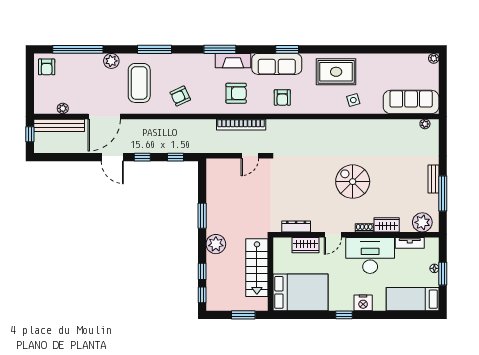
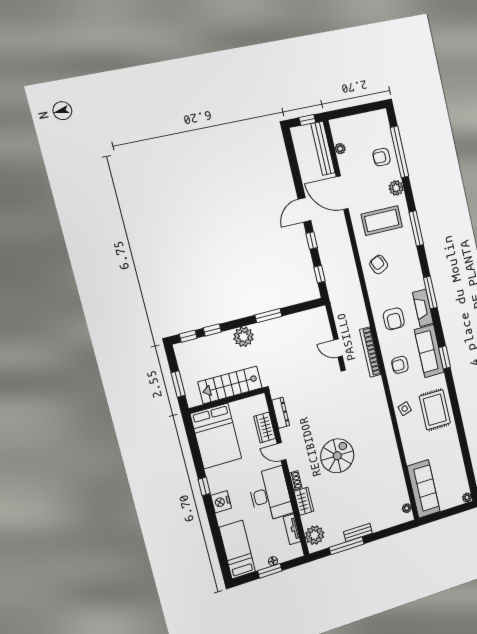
armchair: (47, 67) -> (381, 157), moved
side table: (353, 100) -> (405, 409), moved
bookcase: (241, 125) -> (370, 352), moved

